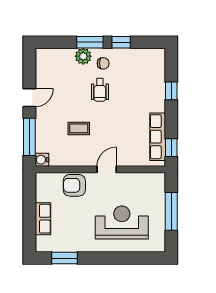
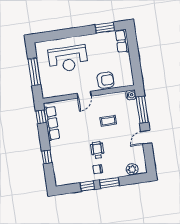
plant: (83, 56) -> (132, 169), moved
row of seats: (43, 219) -> (122, 41), moved

